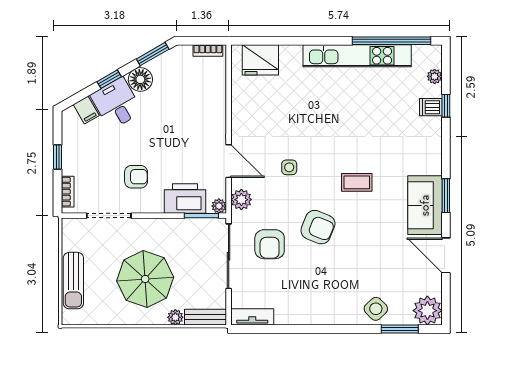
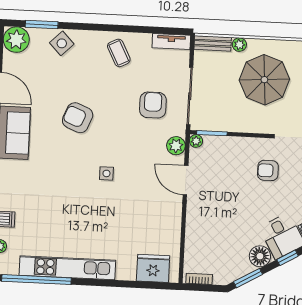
side table: (289, 167) -> (106, 173), moved
coffee table: (357, 182) -> (119, 53), moved, turned 63
printer: (185, 199) -> (226, 149), removed
armchair: (318, 227) -> (78, 118), moved

